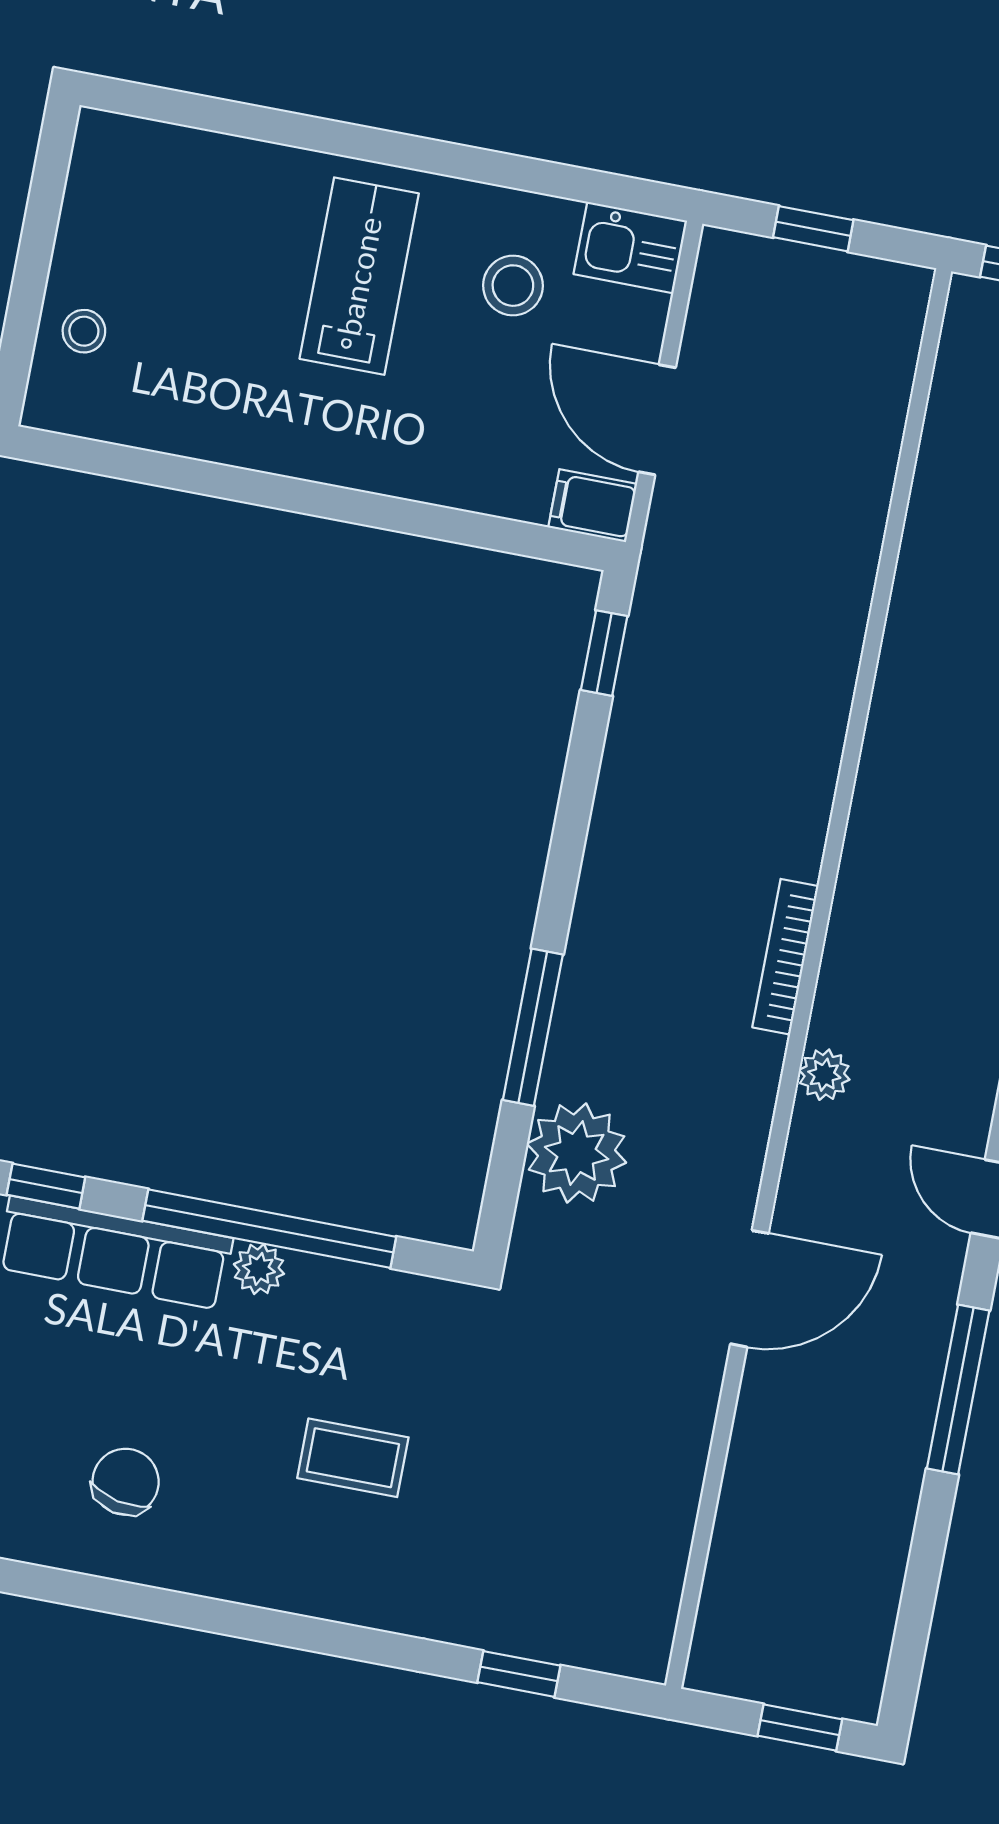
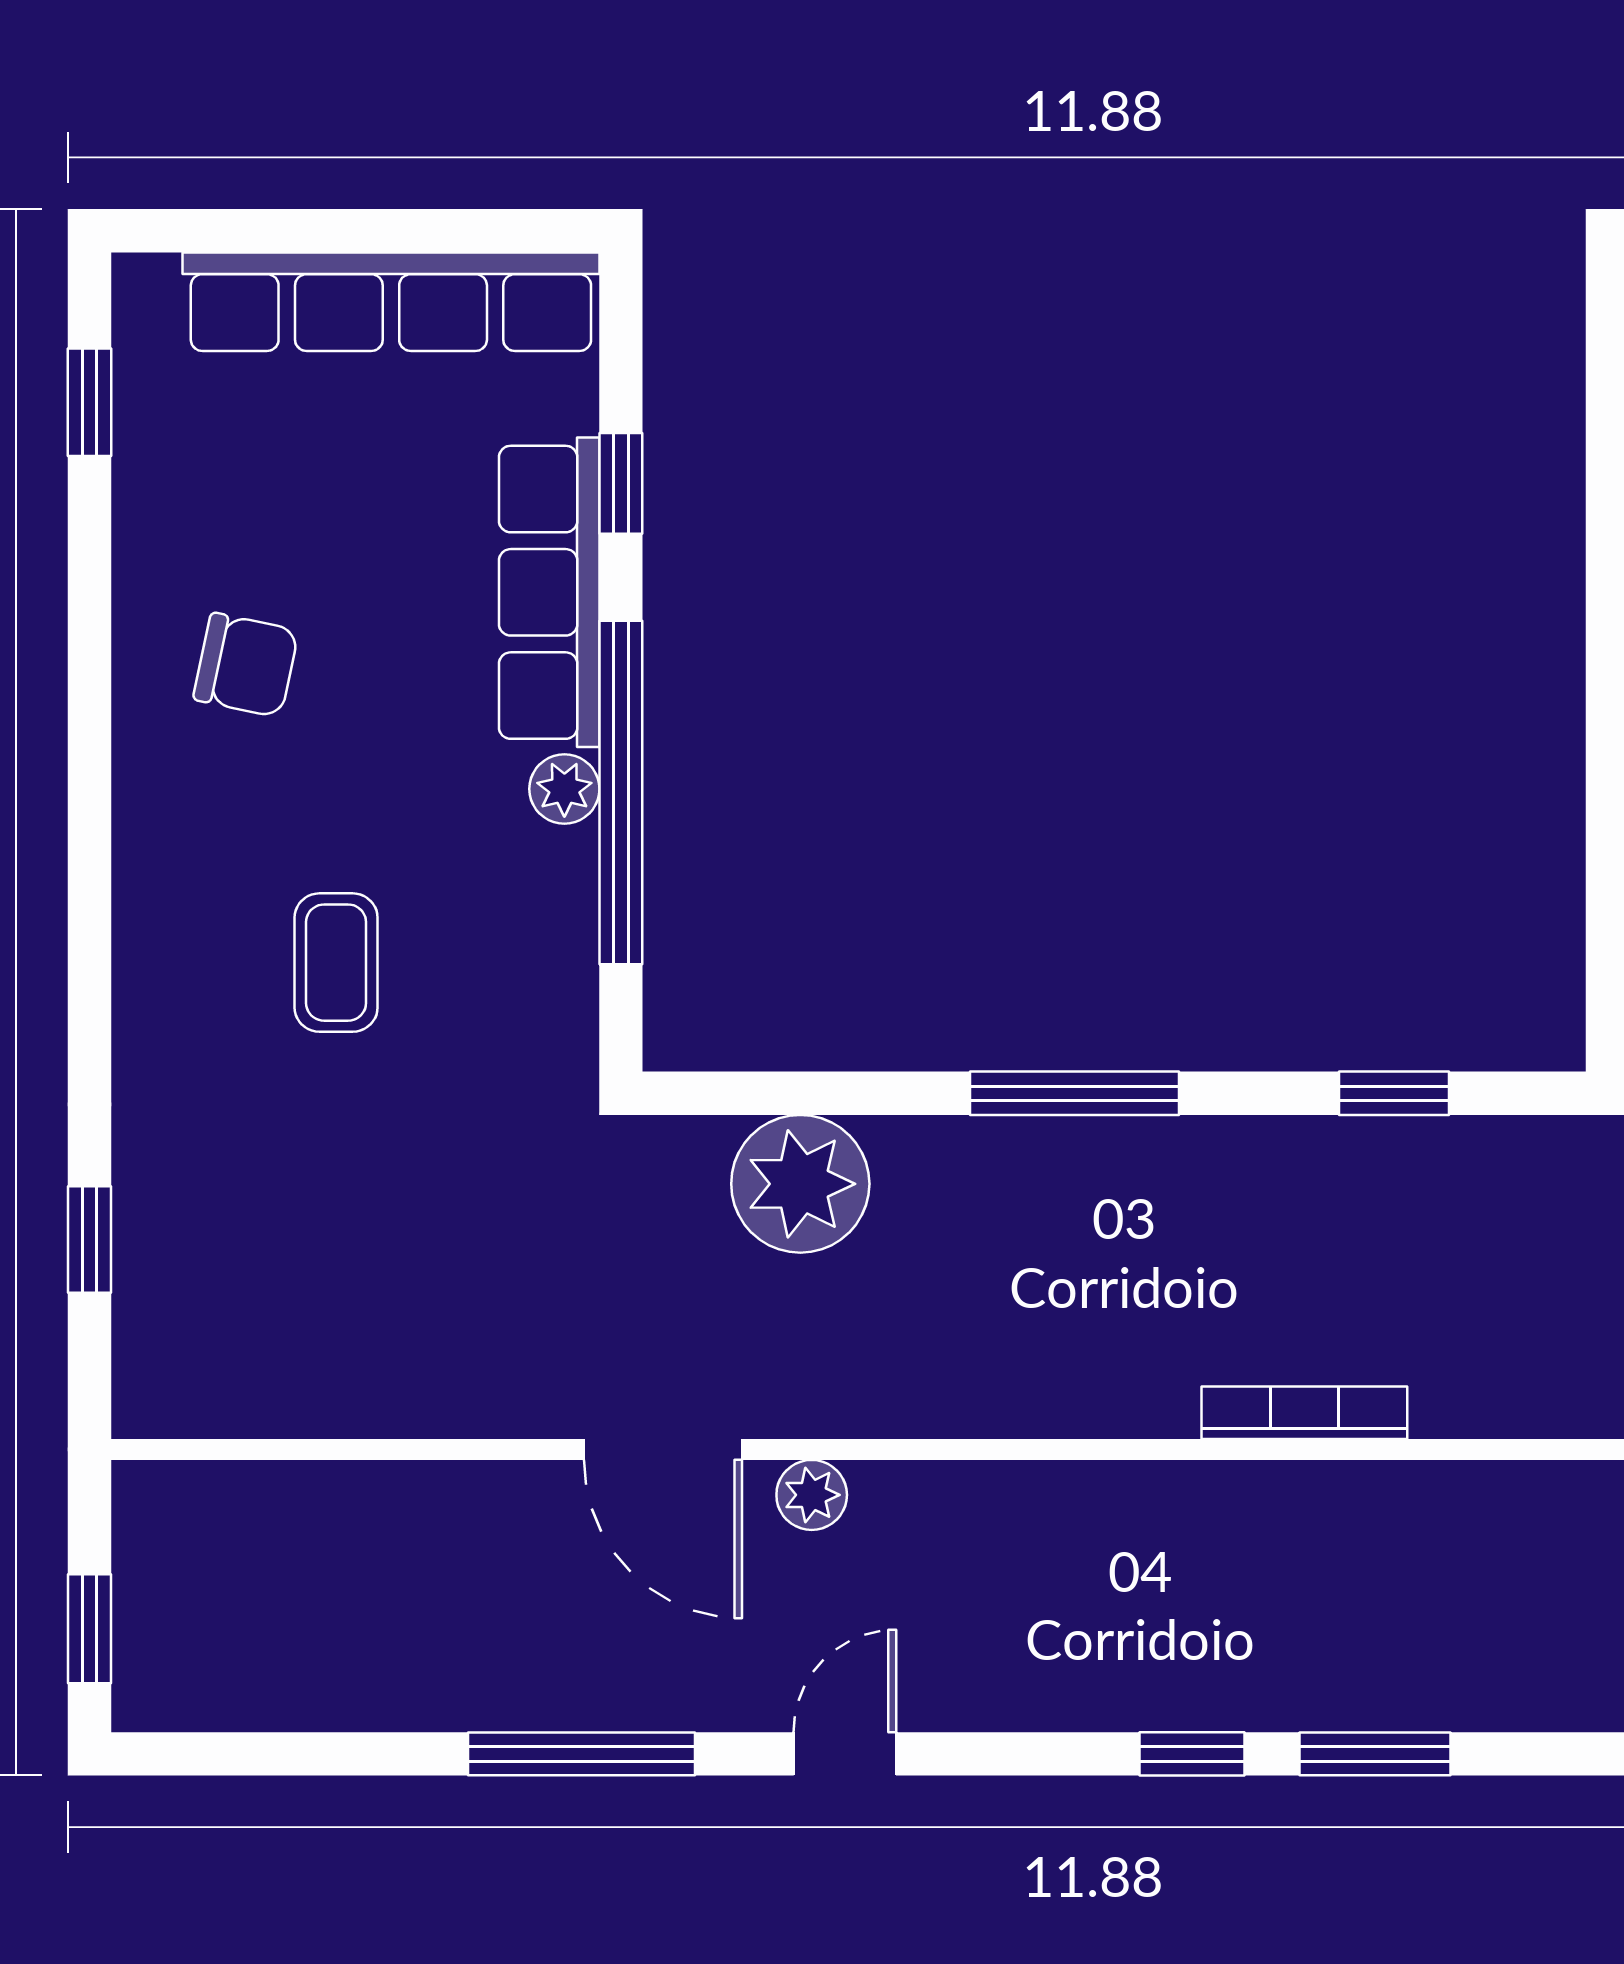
window: (604, 653) -> (1394, 1093), moved
bookcase: (785, 957) -> (1304, 1413), moved
window: (533, 1027) -> (1075, 1093), moved
plant: (824, 1075) -> (812, 1495), moved

